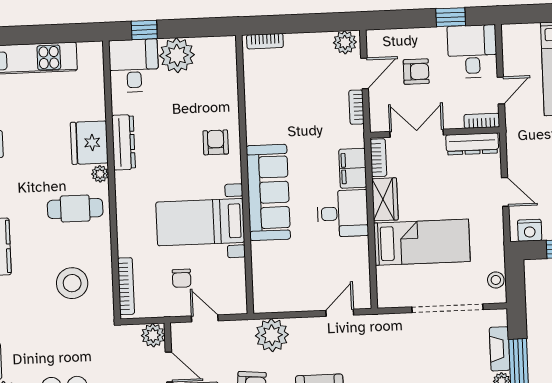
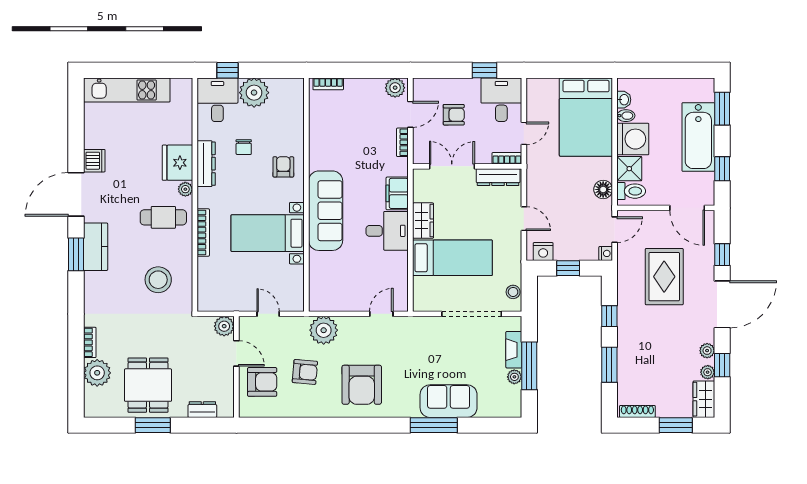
bookcase: (378, 158) -> (419, 185), removed
chair: (182, 278) -> (244, 147), moved
bookcase: (126, 286) -> (203, 233), moved

